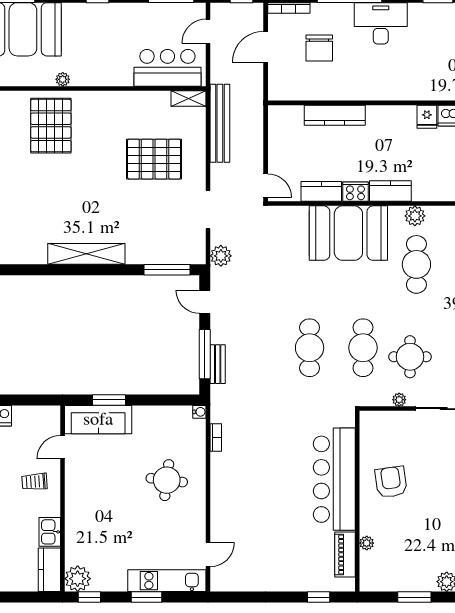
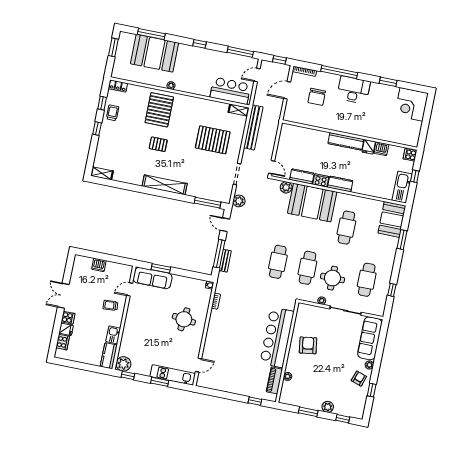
kitchen counter: (335, 115) -> (346, 141), moved
pallet: (61, 186) -> (158, 144), added
plant: (415, 216) -> (286, 187), moved

